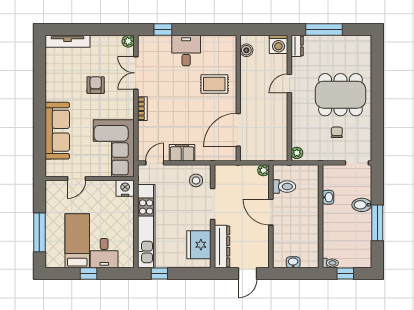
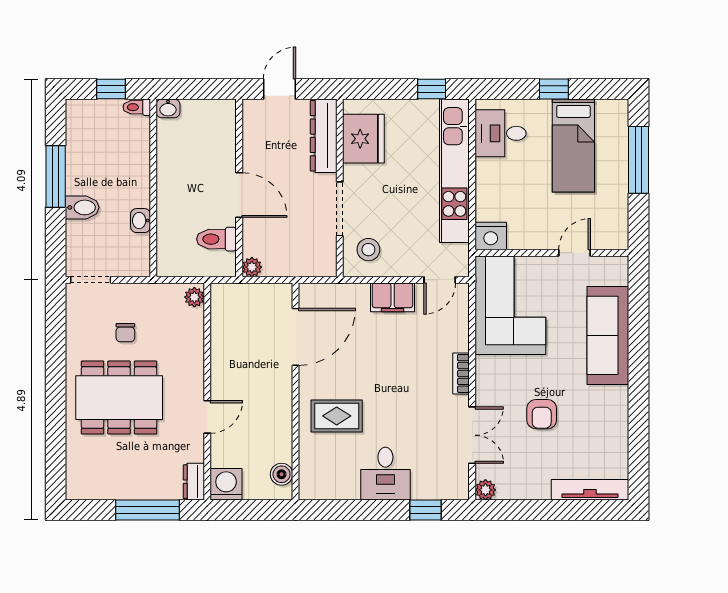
desk: (104, 253) -> (501, 133), moved, turned -90
washbasin: (293, 262) -> (168, 108), moved

